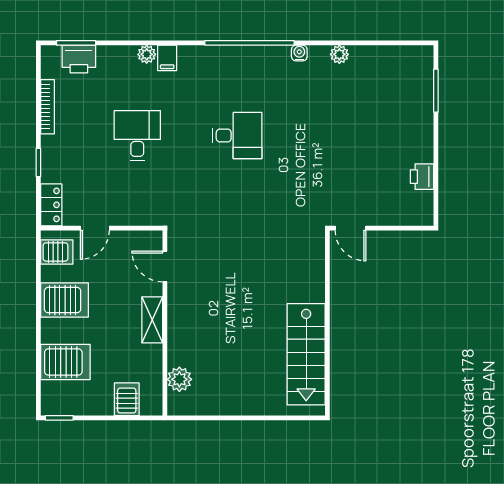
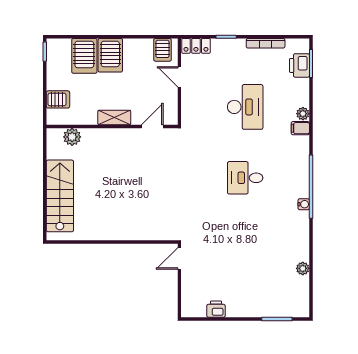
water cooler: (299, 53) -> (304, 204), moved
plant: (339, 54) -> (303, 268), moved
desk: (137, 135) -> (245, 107), width x1.37
desk: (237, 135) -> (245, 178), turned 90
server rack: (64, 300) -> (110, 55), moved
stairs: (306, 354) -> (60, 196), moved, turned 90

